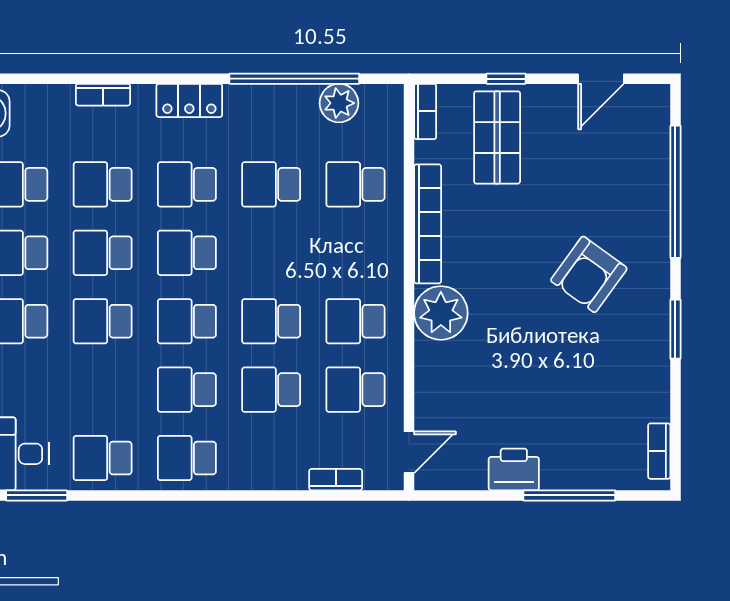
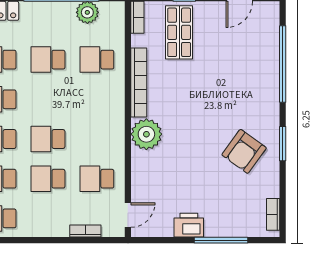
armchair: (589, 274) -> (244, 151), moved
school desk: (356, 321) -> (97, 139), removed

